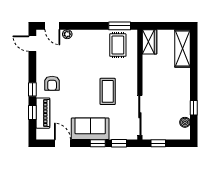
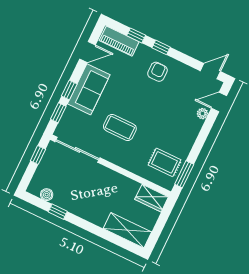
armchair: (52, 83) -> (157, 72), turned 90
piano: (43, 113) -> (119, 41), moved

